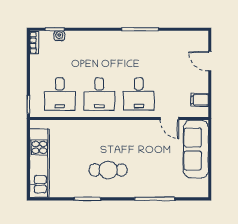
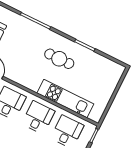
kitchen unit: (39, 163) -> (65, 99), moved, turned 90

